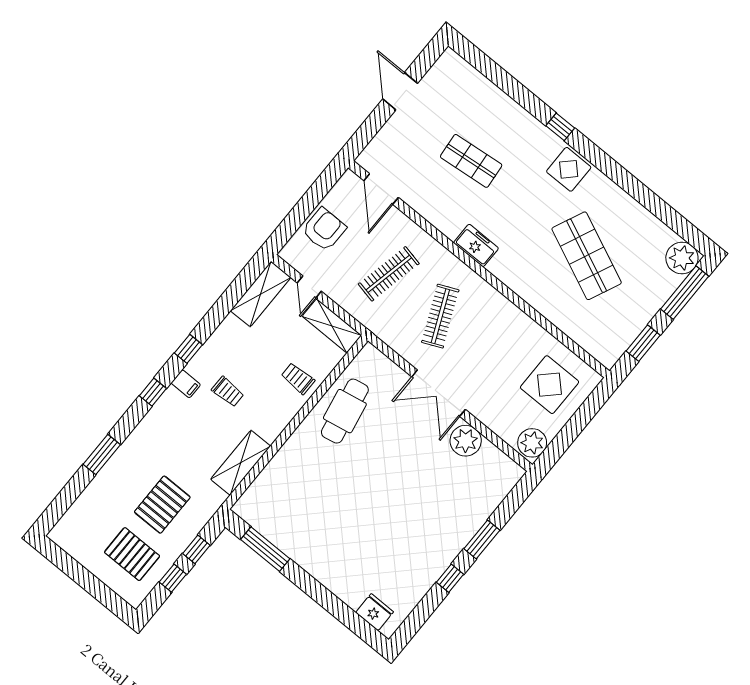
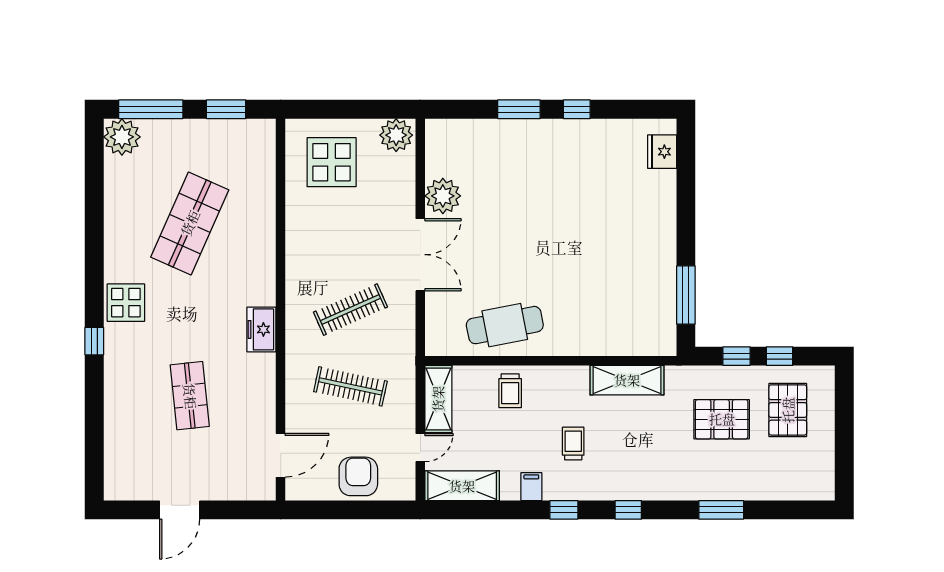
armchair: (324, 229) -> (358, 476), turned 90
filing cabinet: (186, 384) -> (531, 487), moved

